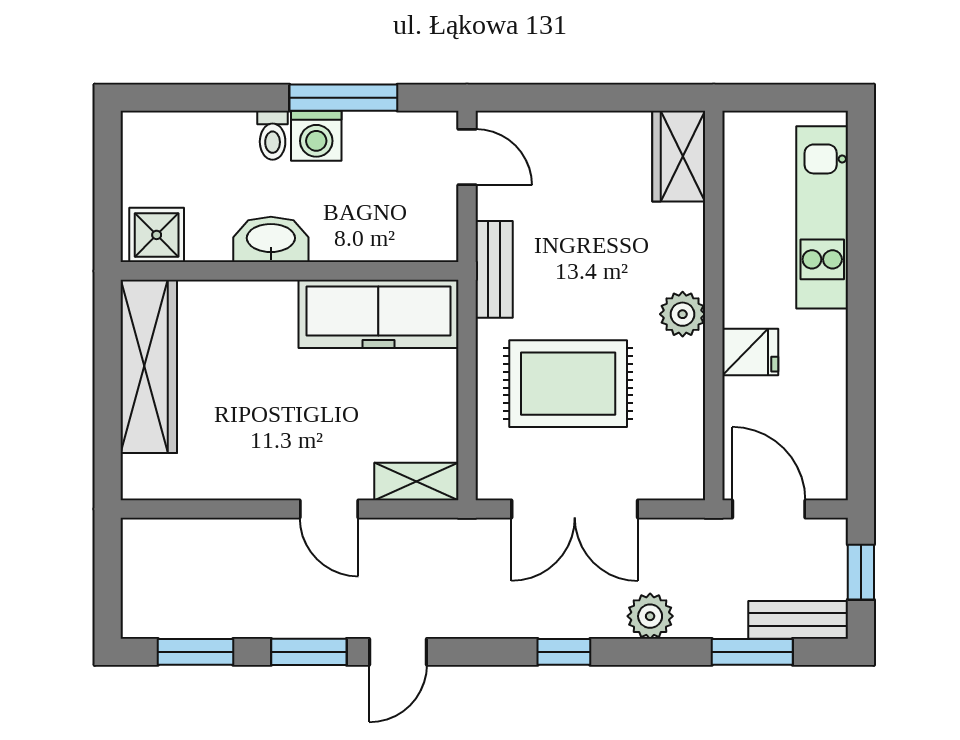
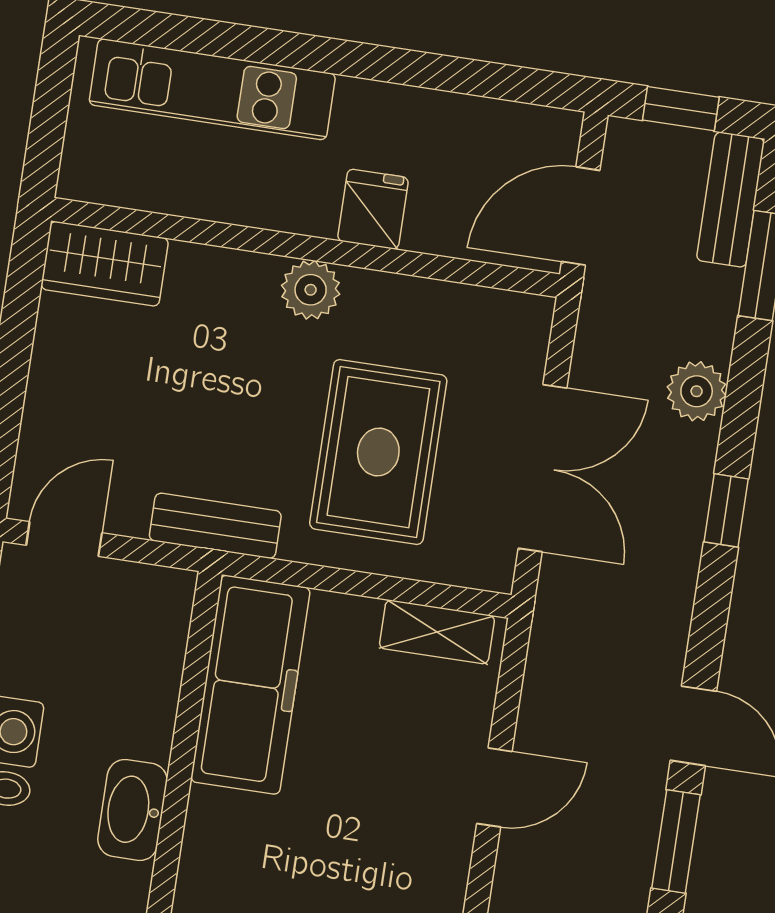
shelving: (416, 482) -> (437, 632), moved, turned 90

